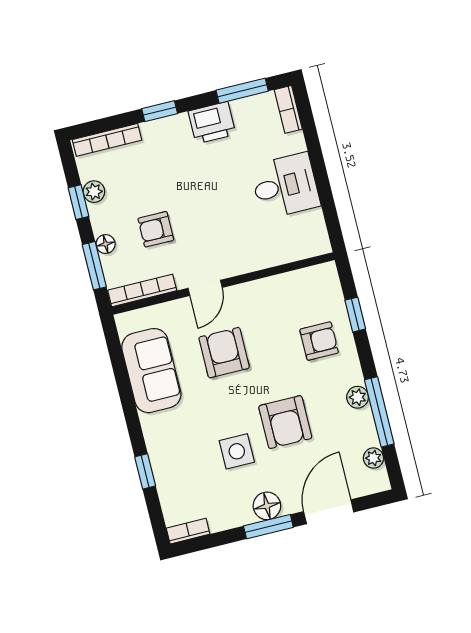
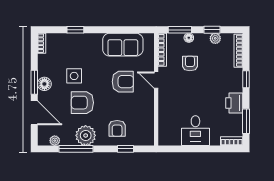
plant: (358, 397) -> (86, 135), width x1.88, depth x1.88

